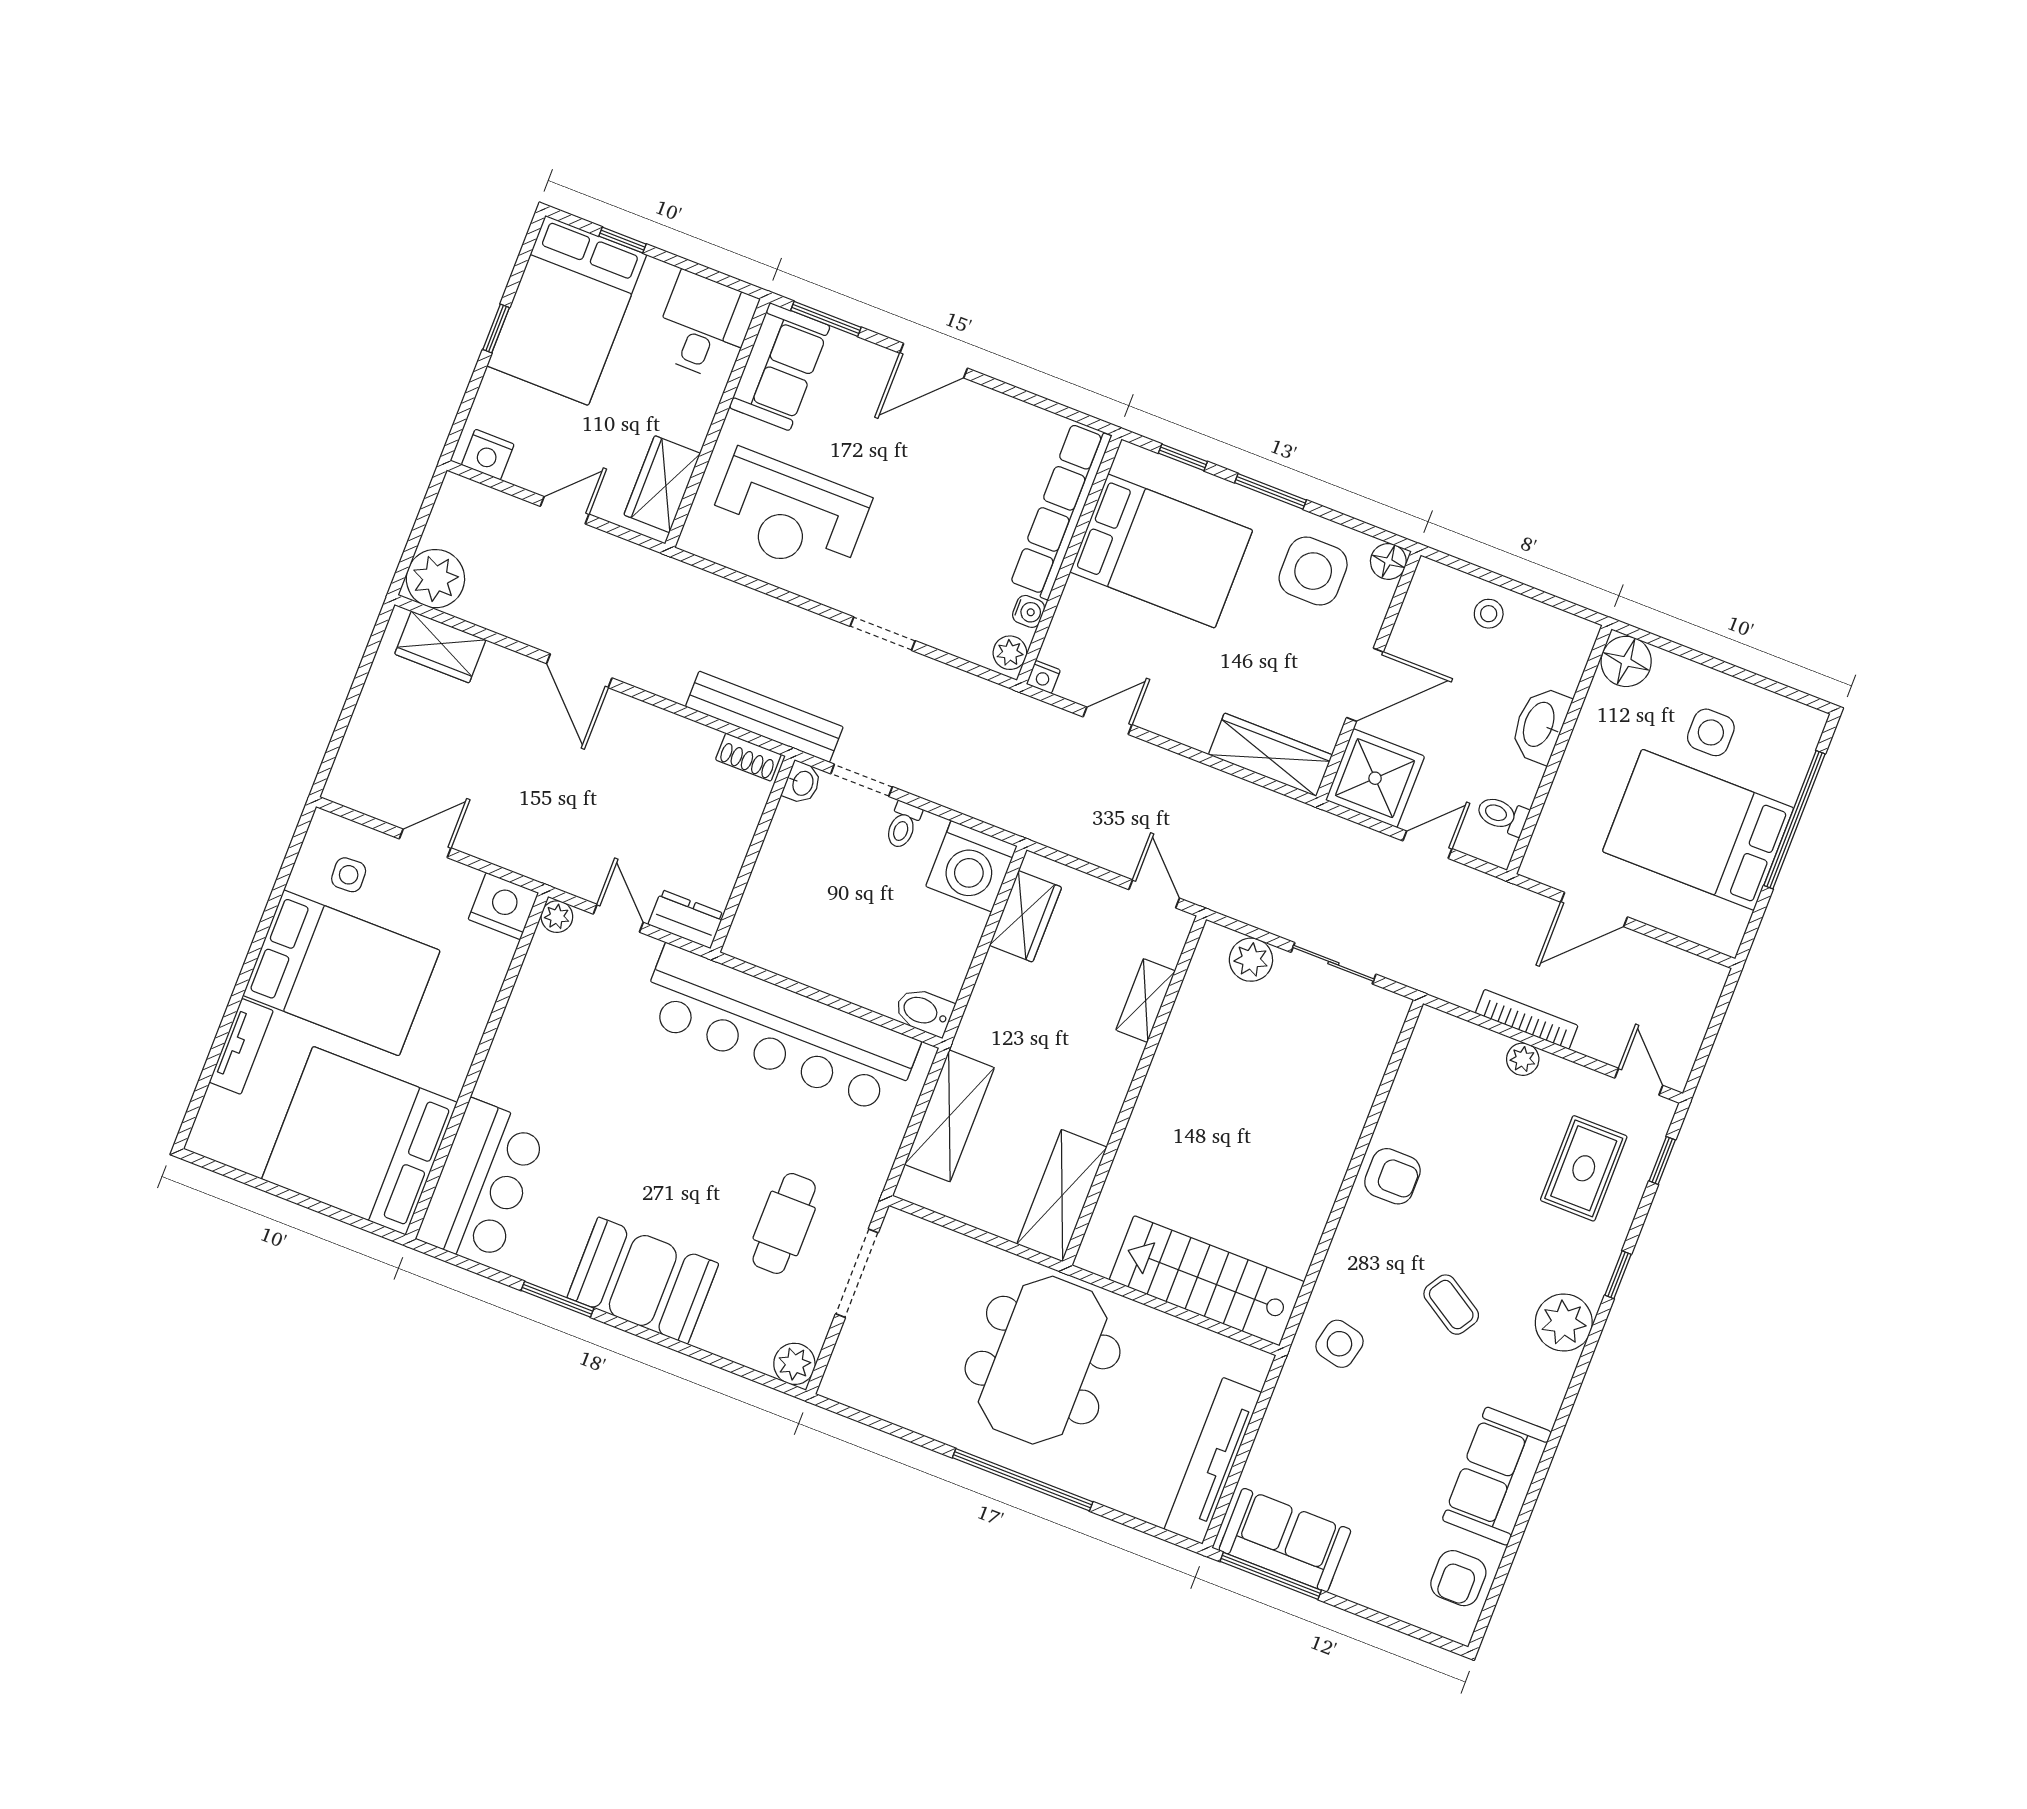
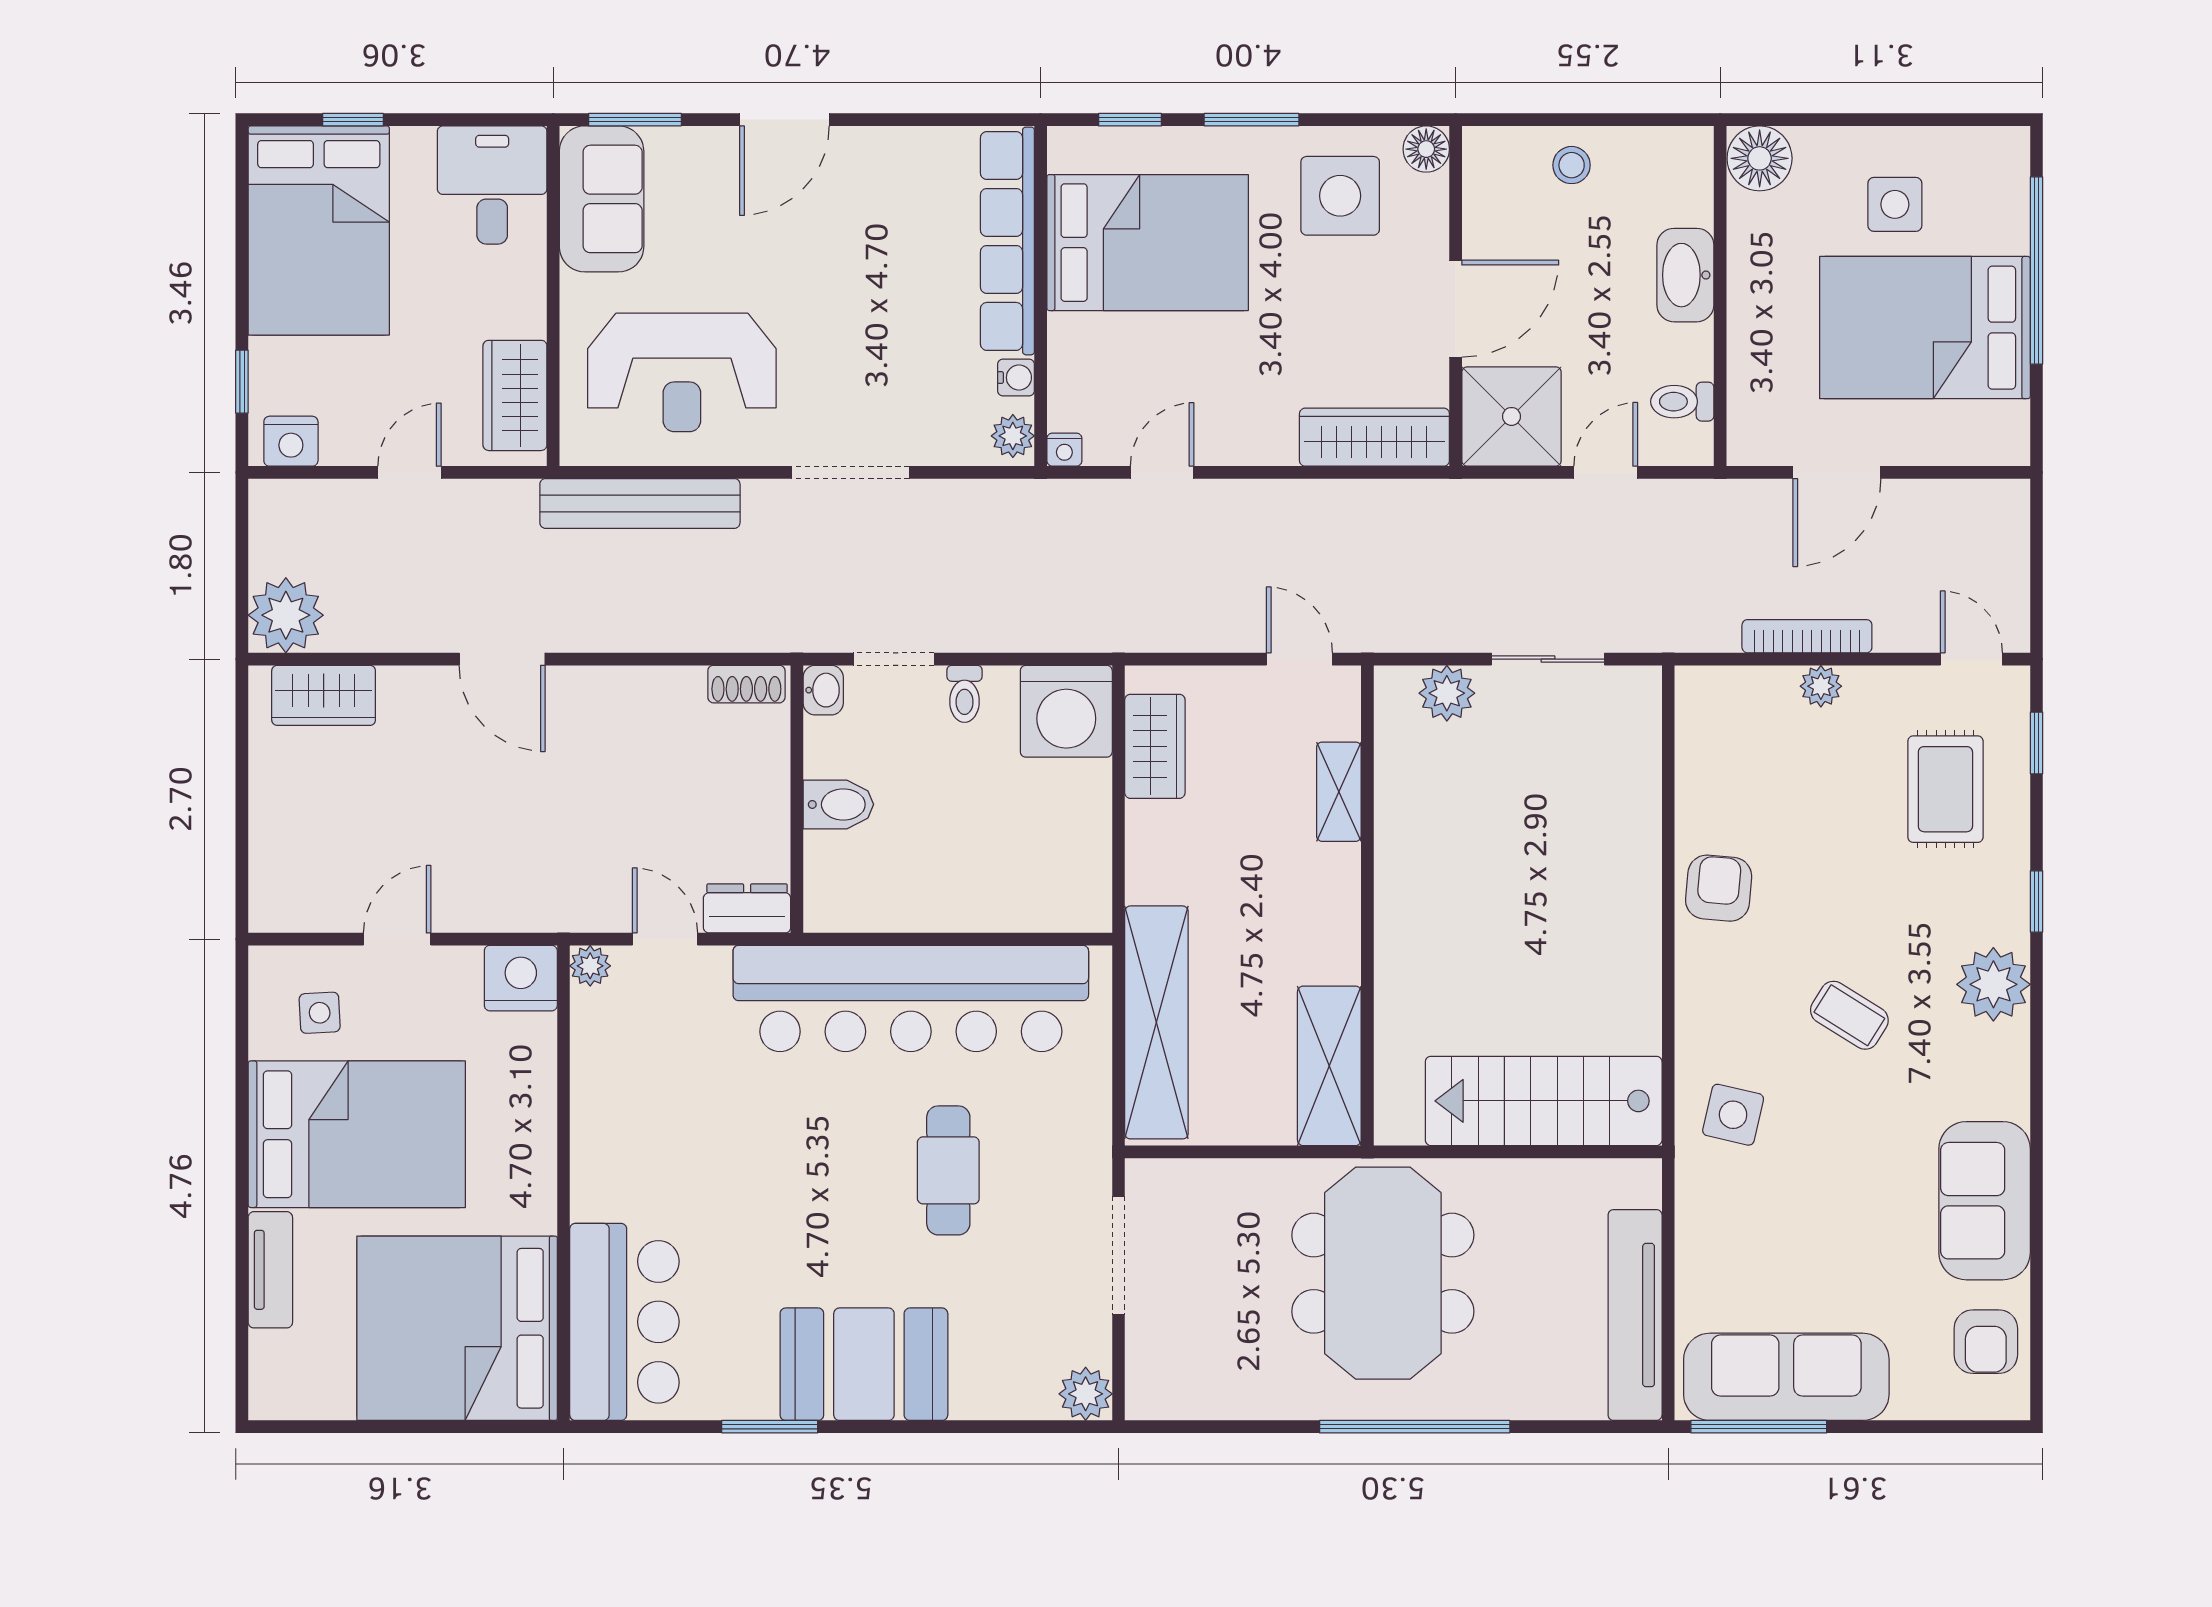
window: (496, 328) -> (242, 382), moved
doorway: (883, 634) -> (850, 472), width x1.38
bench: (764, 717) -> (640, 503), moved
bidet: (924, 1012) -> (838, 804), moved, turned 180
shelving: (949, 1116) -> (1156, 1022), width x1.47
armchair: (1392, 1176) -> (1719, 888), turned -85
cafe table: (784, 1223) -> (948, 1170), moved
sofa: (1285, 1540) -> (1786, 1377), width x1.36

